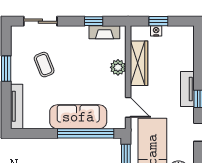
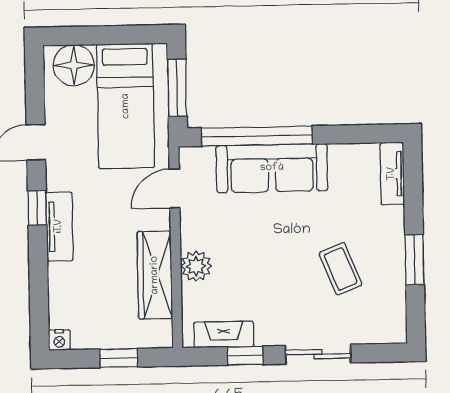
sliding door: (40, 21) -> (318, 354), moved
nightstand: (156, 31) -> (59, 340), moved
tv unit: (17, 106) -> (392, 174), width x0.71
door: (128, 107) -> (175, 188), hinge flipped

